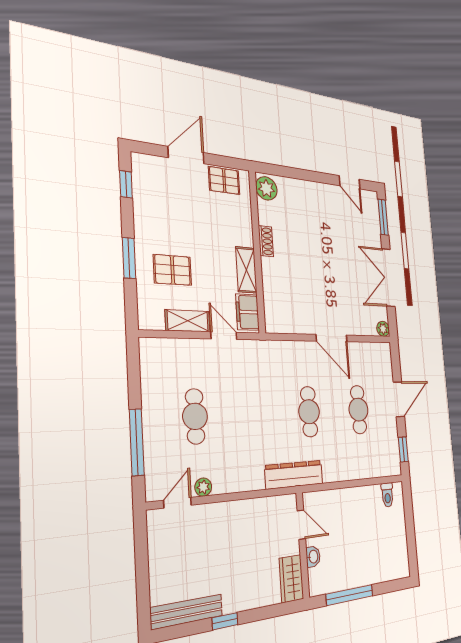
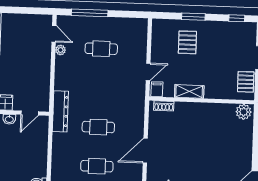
shoe rack: (266, 241) -> (164, 106), moved
filing cabinet: (247, 312) -> (157, 89), width x0.50
shelving: (188, 321) -> (157, 49), removed

